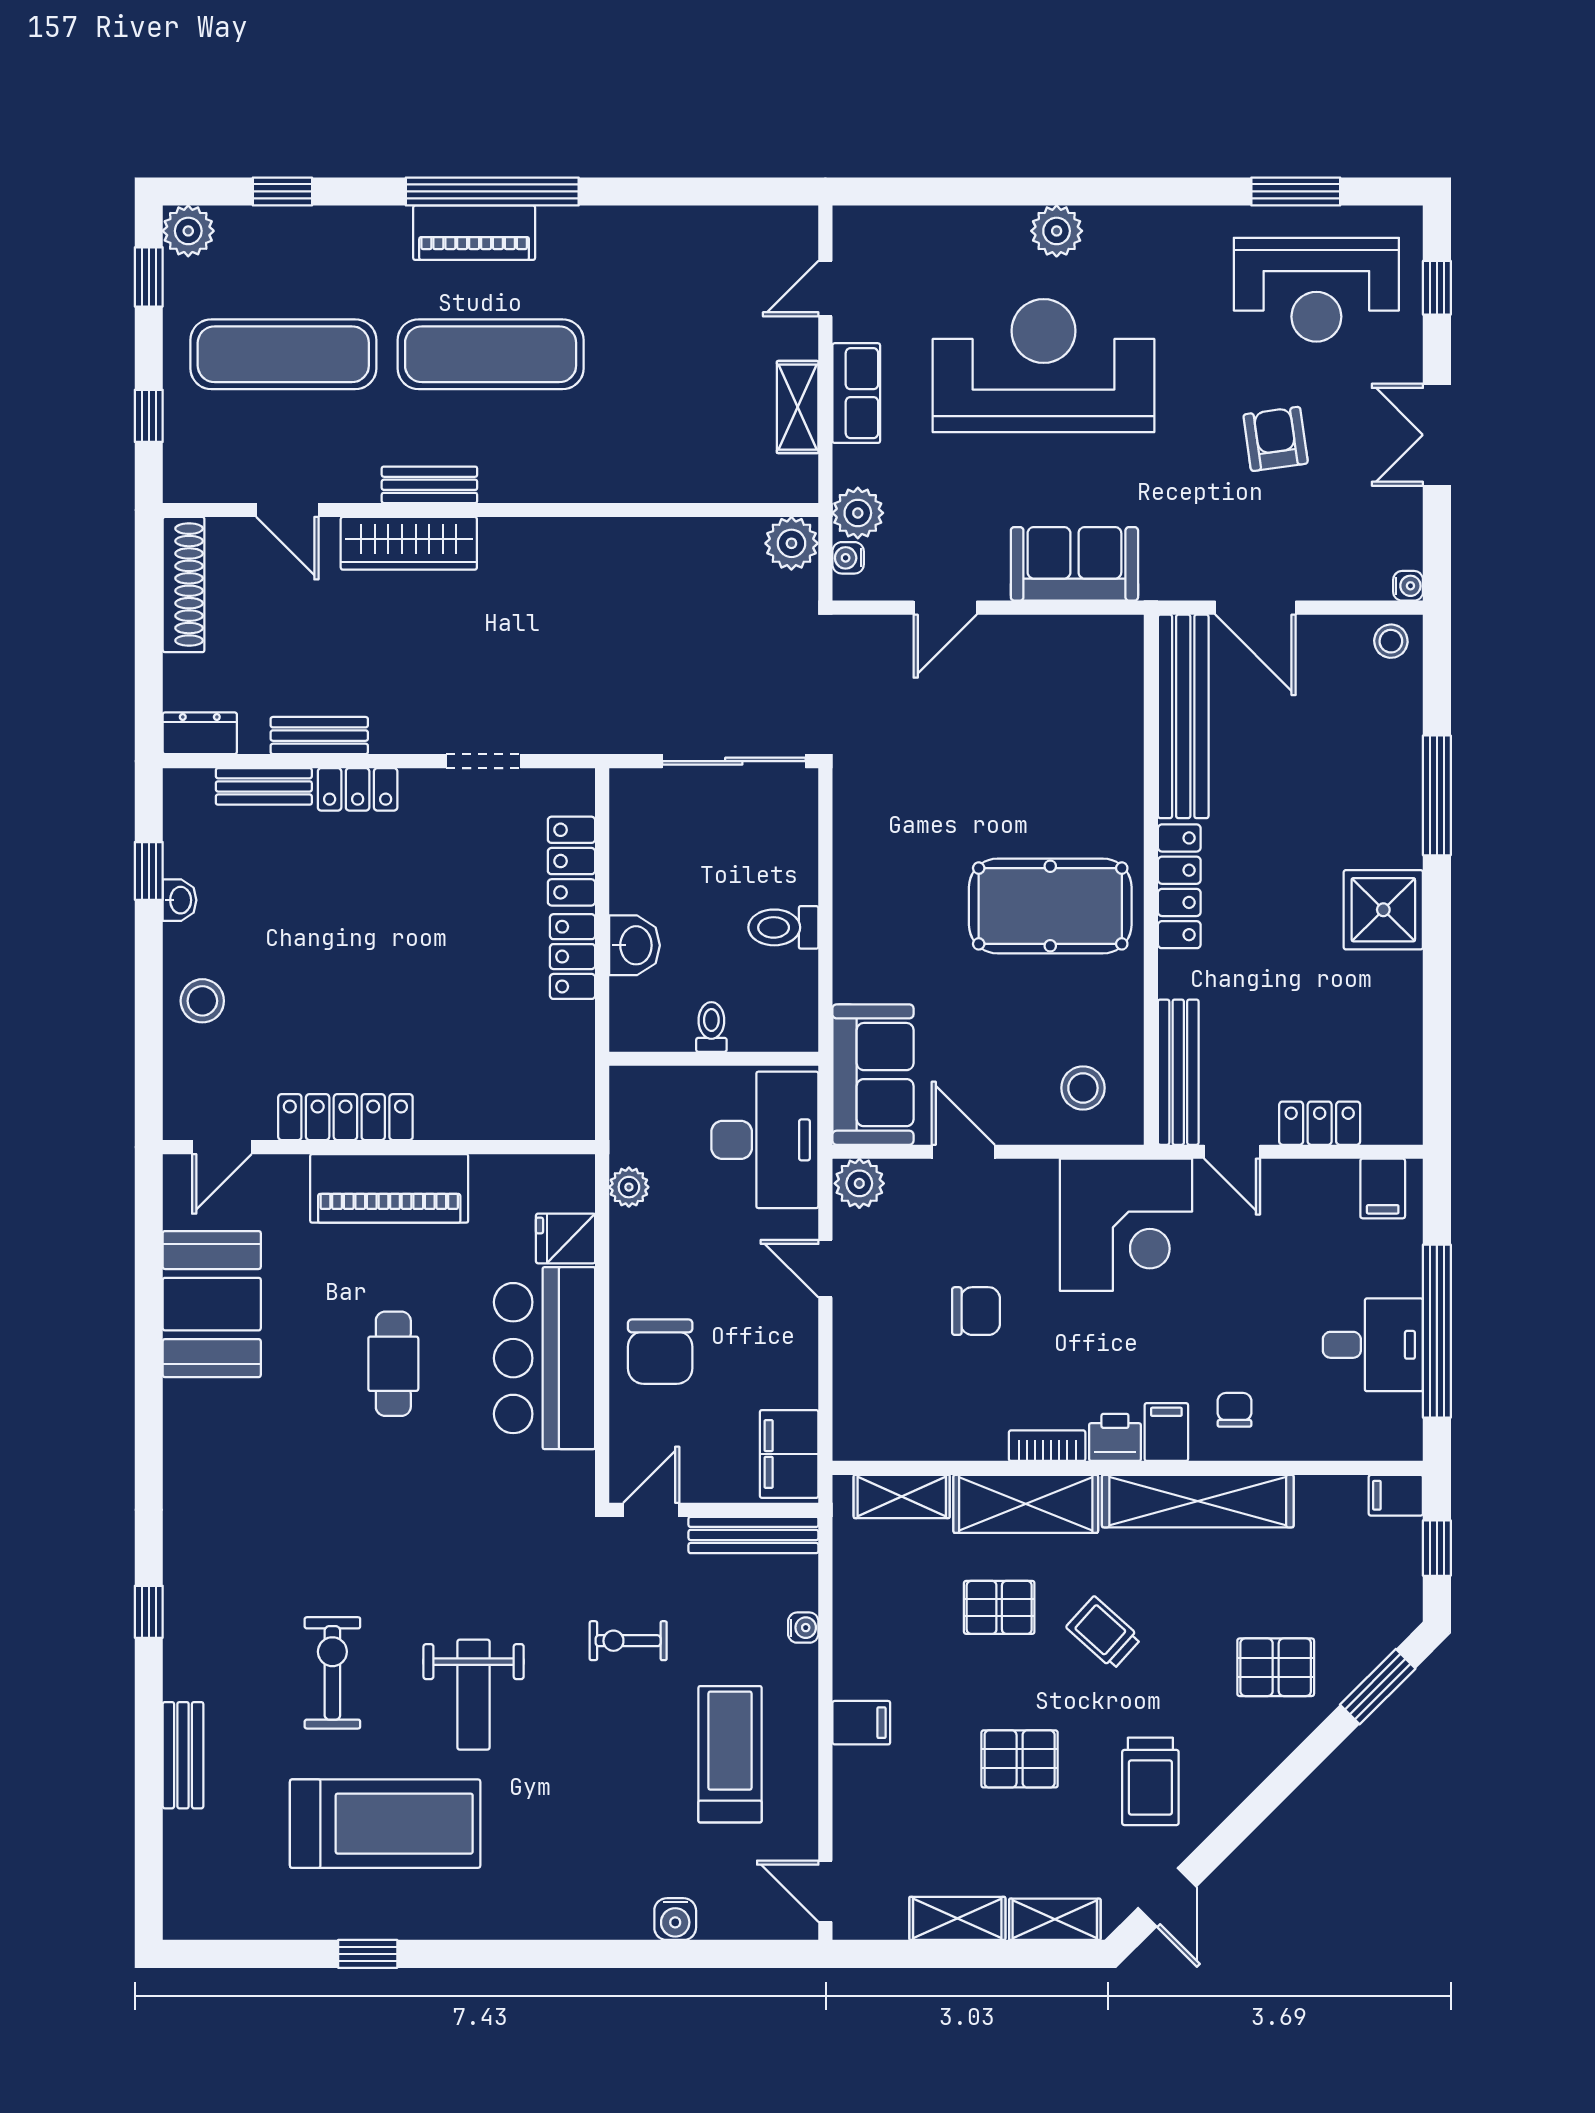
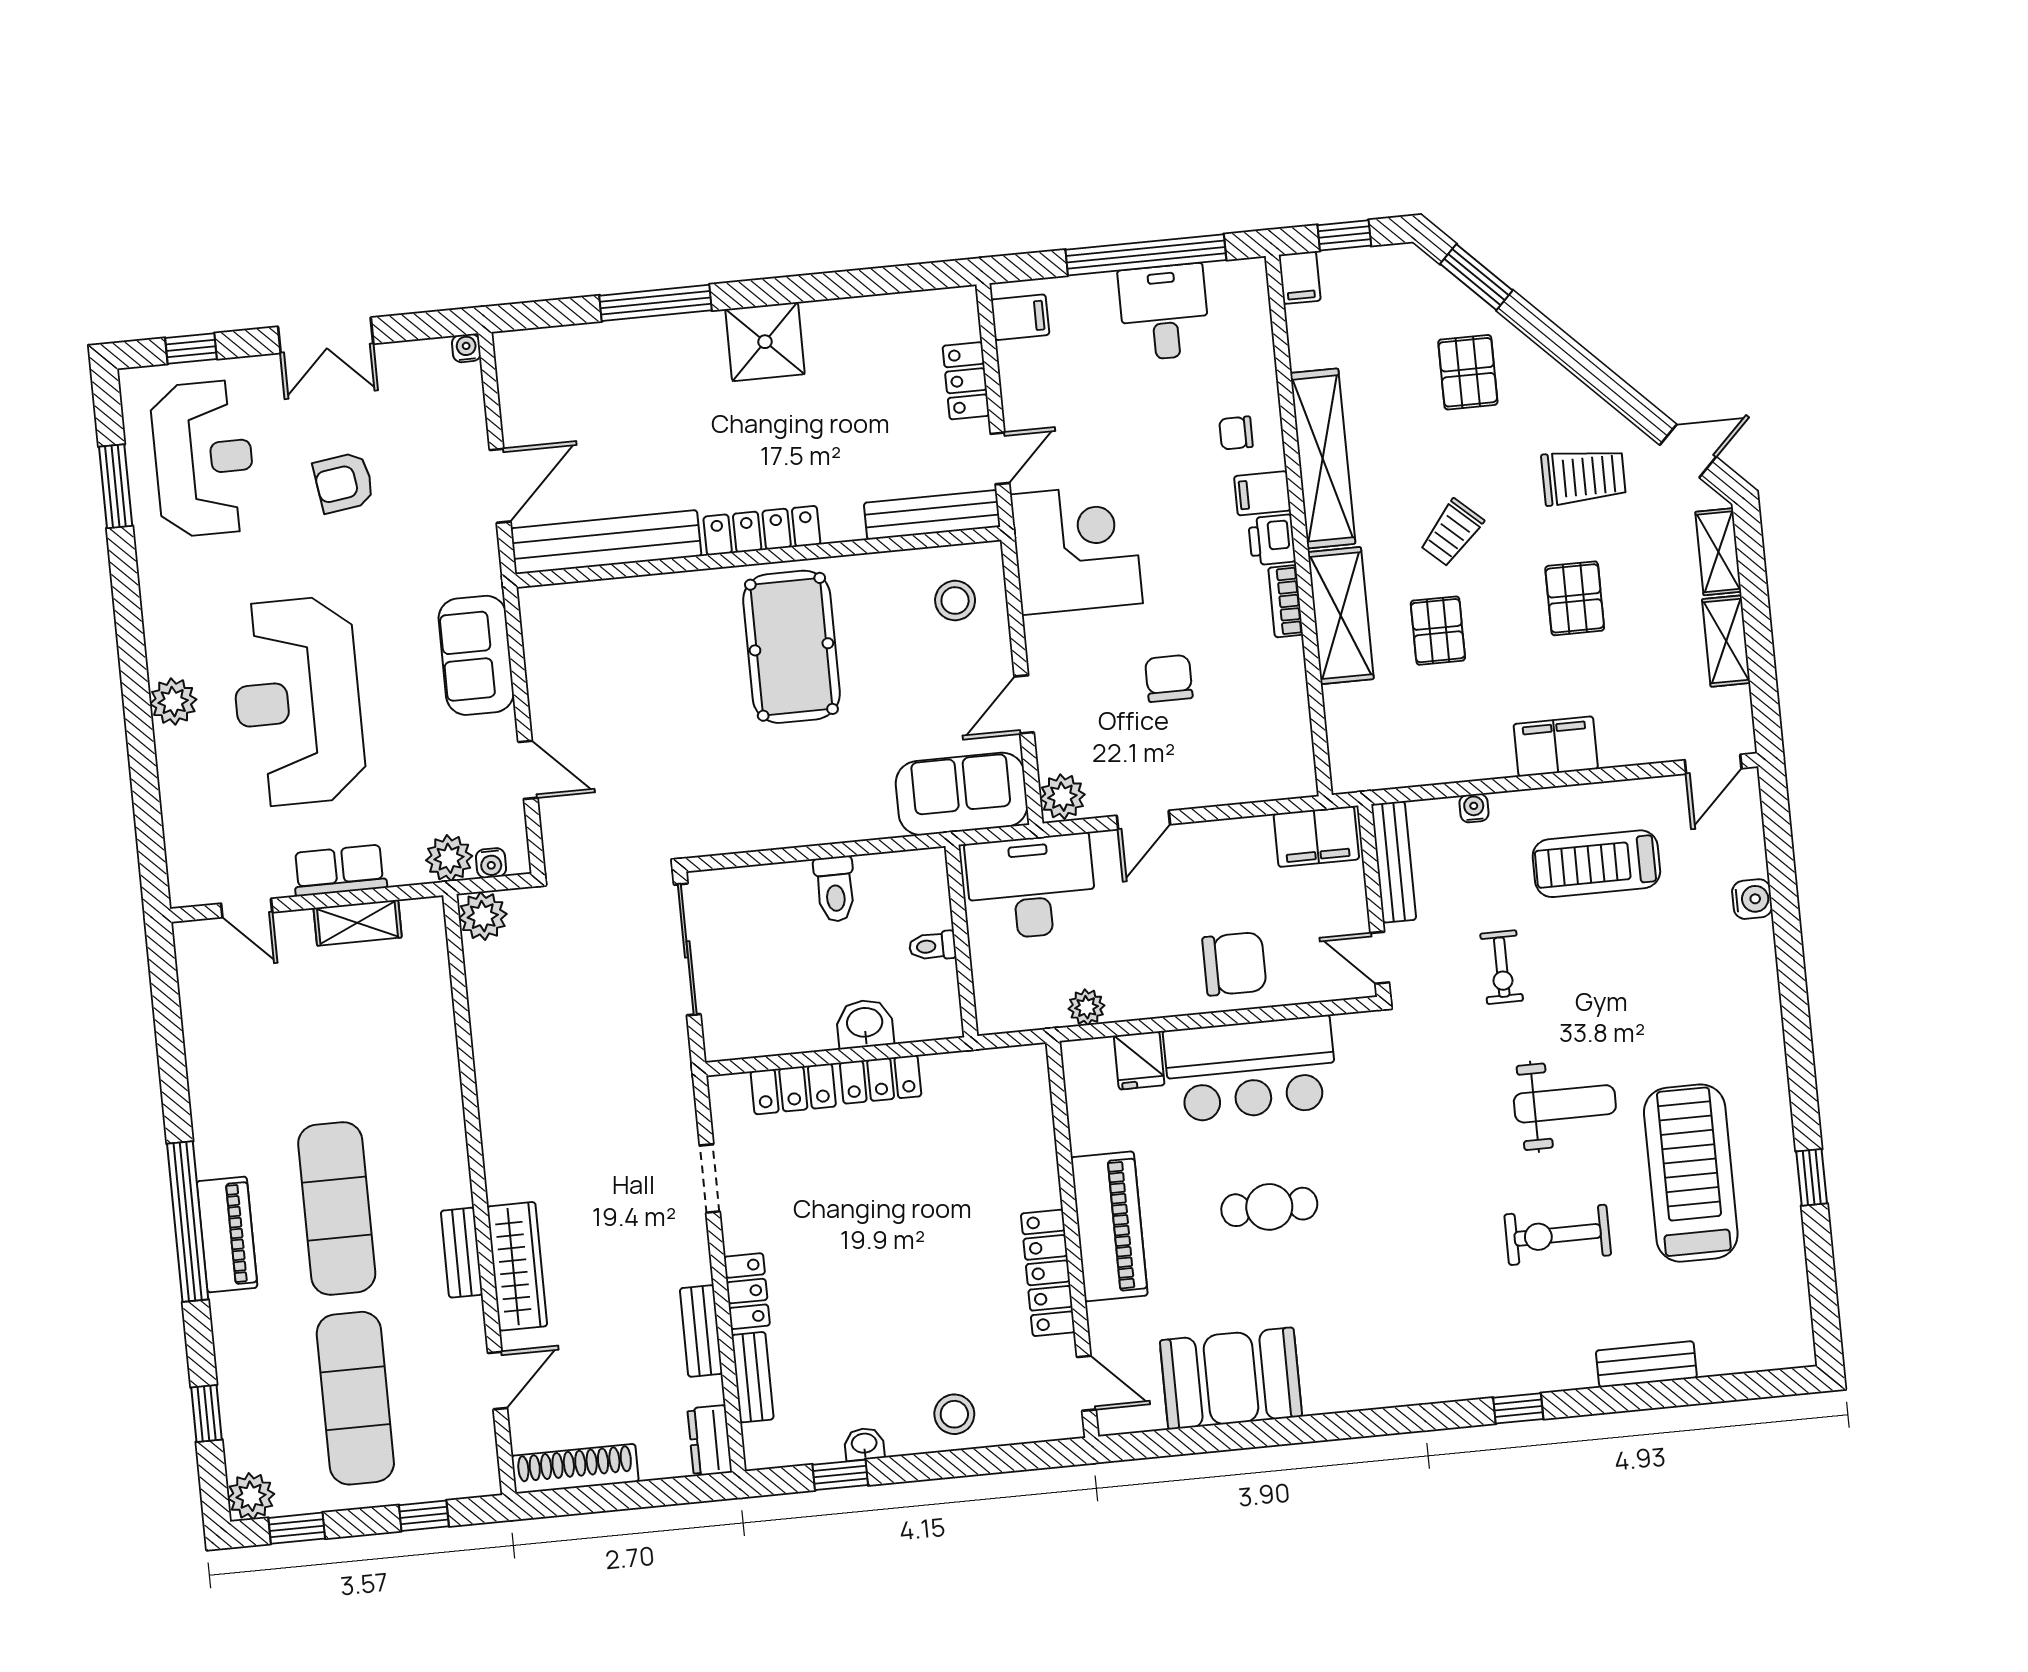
stool: (1391, 641) -> (519, 359), removed
shelving: (902, 1497) -> (1345, 730), removed
filing cabinet: (861, 1723) -> (1556, 746), width x2.00

